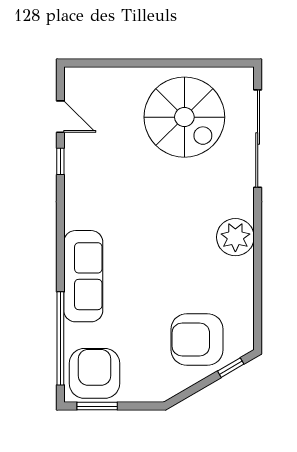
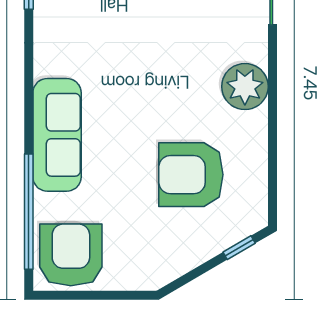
armchair: (197, 339) -> (191, 175), moved
window: (97, 406) -> (74, 295), removed

